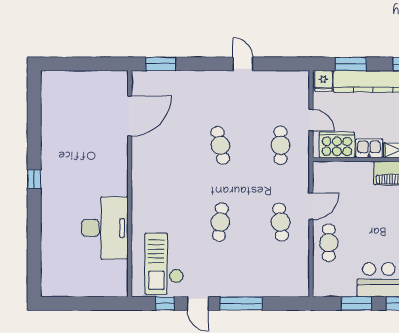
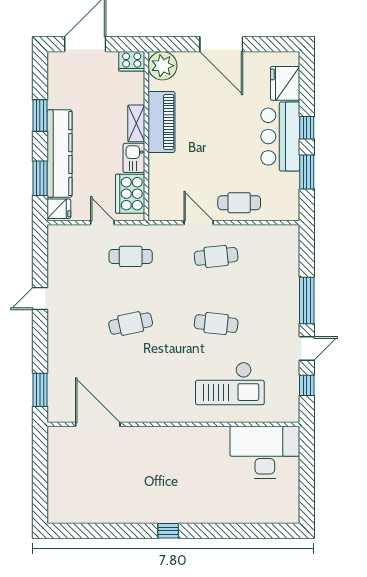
door: (311, 120) -> (102, 223), hinge flipped
desk: (105, 228) -> (265, 452), moved
checkout: (164, 264) -> (230, 384), moved

